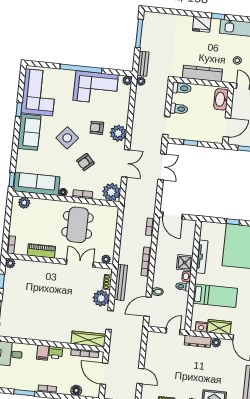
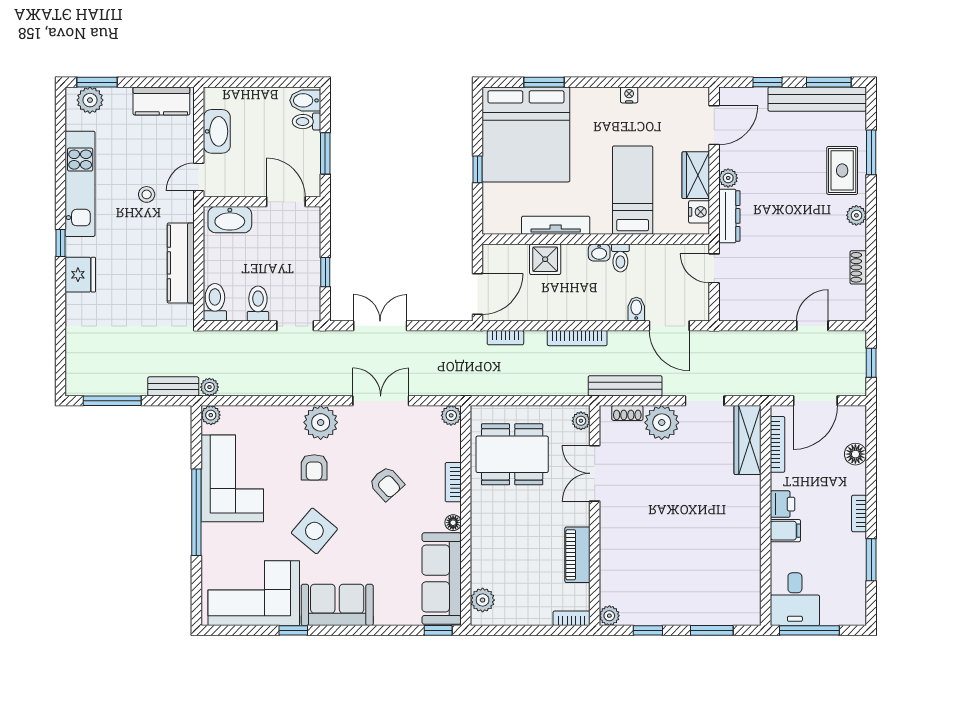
side table: (67, 138) -> (314, 531), moved
plant: (111, 192) -> (451, 415), width x0.53, depth x0.53
dining table: (77, 225) -> (512, 454), moved
shower: (185, 263) -> (545, 259), moved

